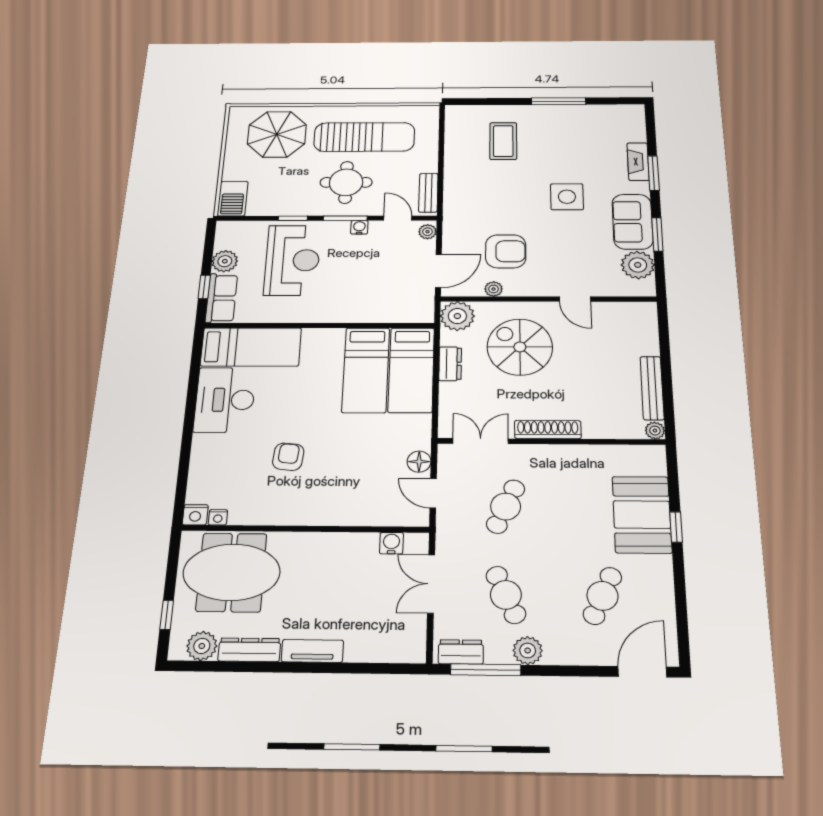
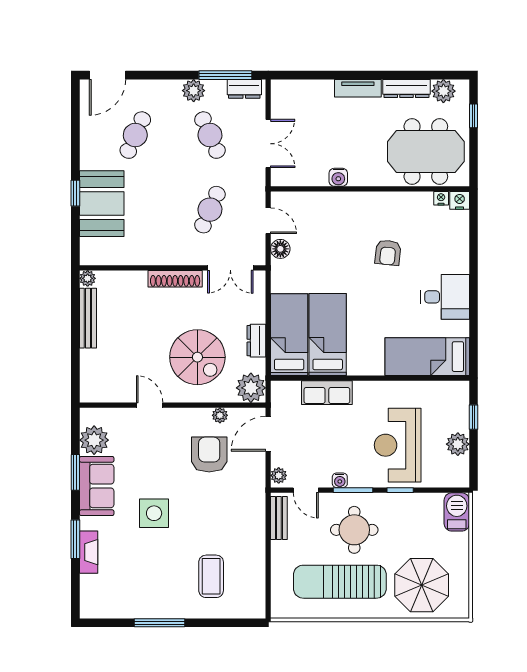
armchair: (506, 251) -> (209, 454), turned 90
row of seats: (221, 298) -> (327, 393), moved, turned -90
desk: (225, 400) -> (445, 297), width x0.73
water cooler: (391, 543) -> (338, 177), moved

